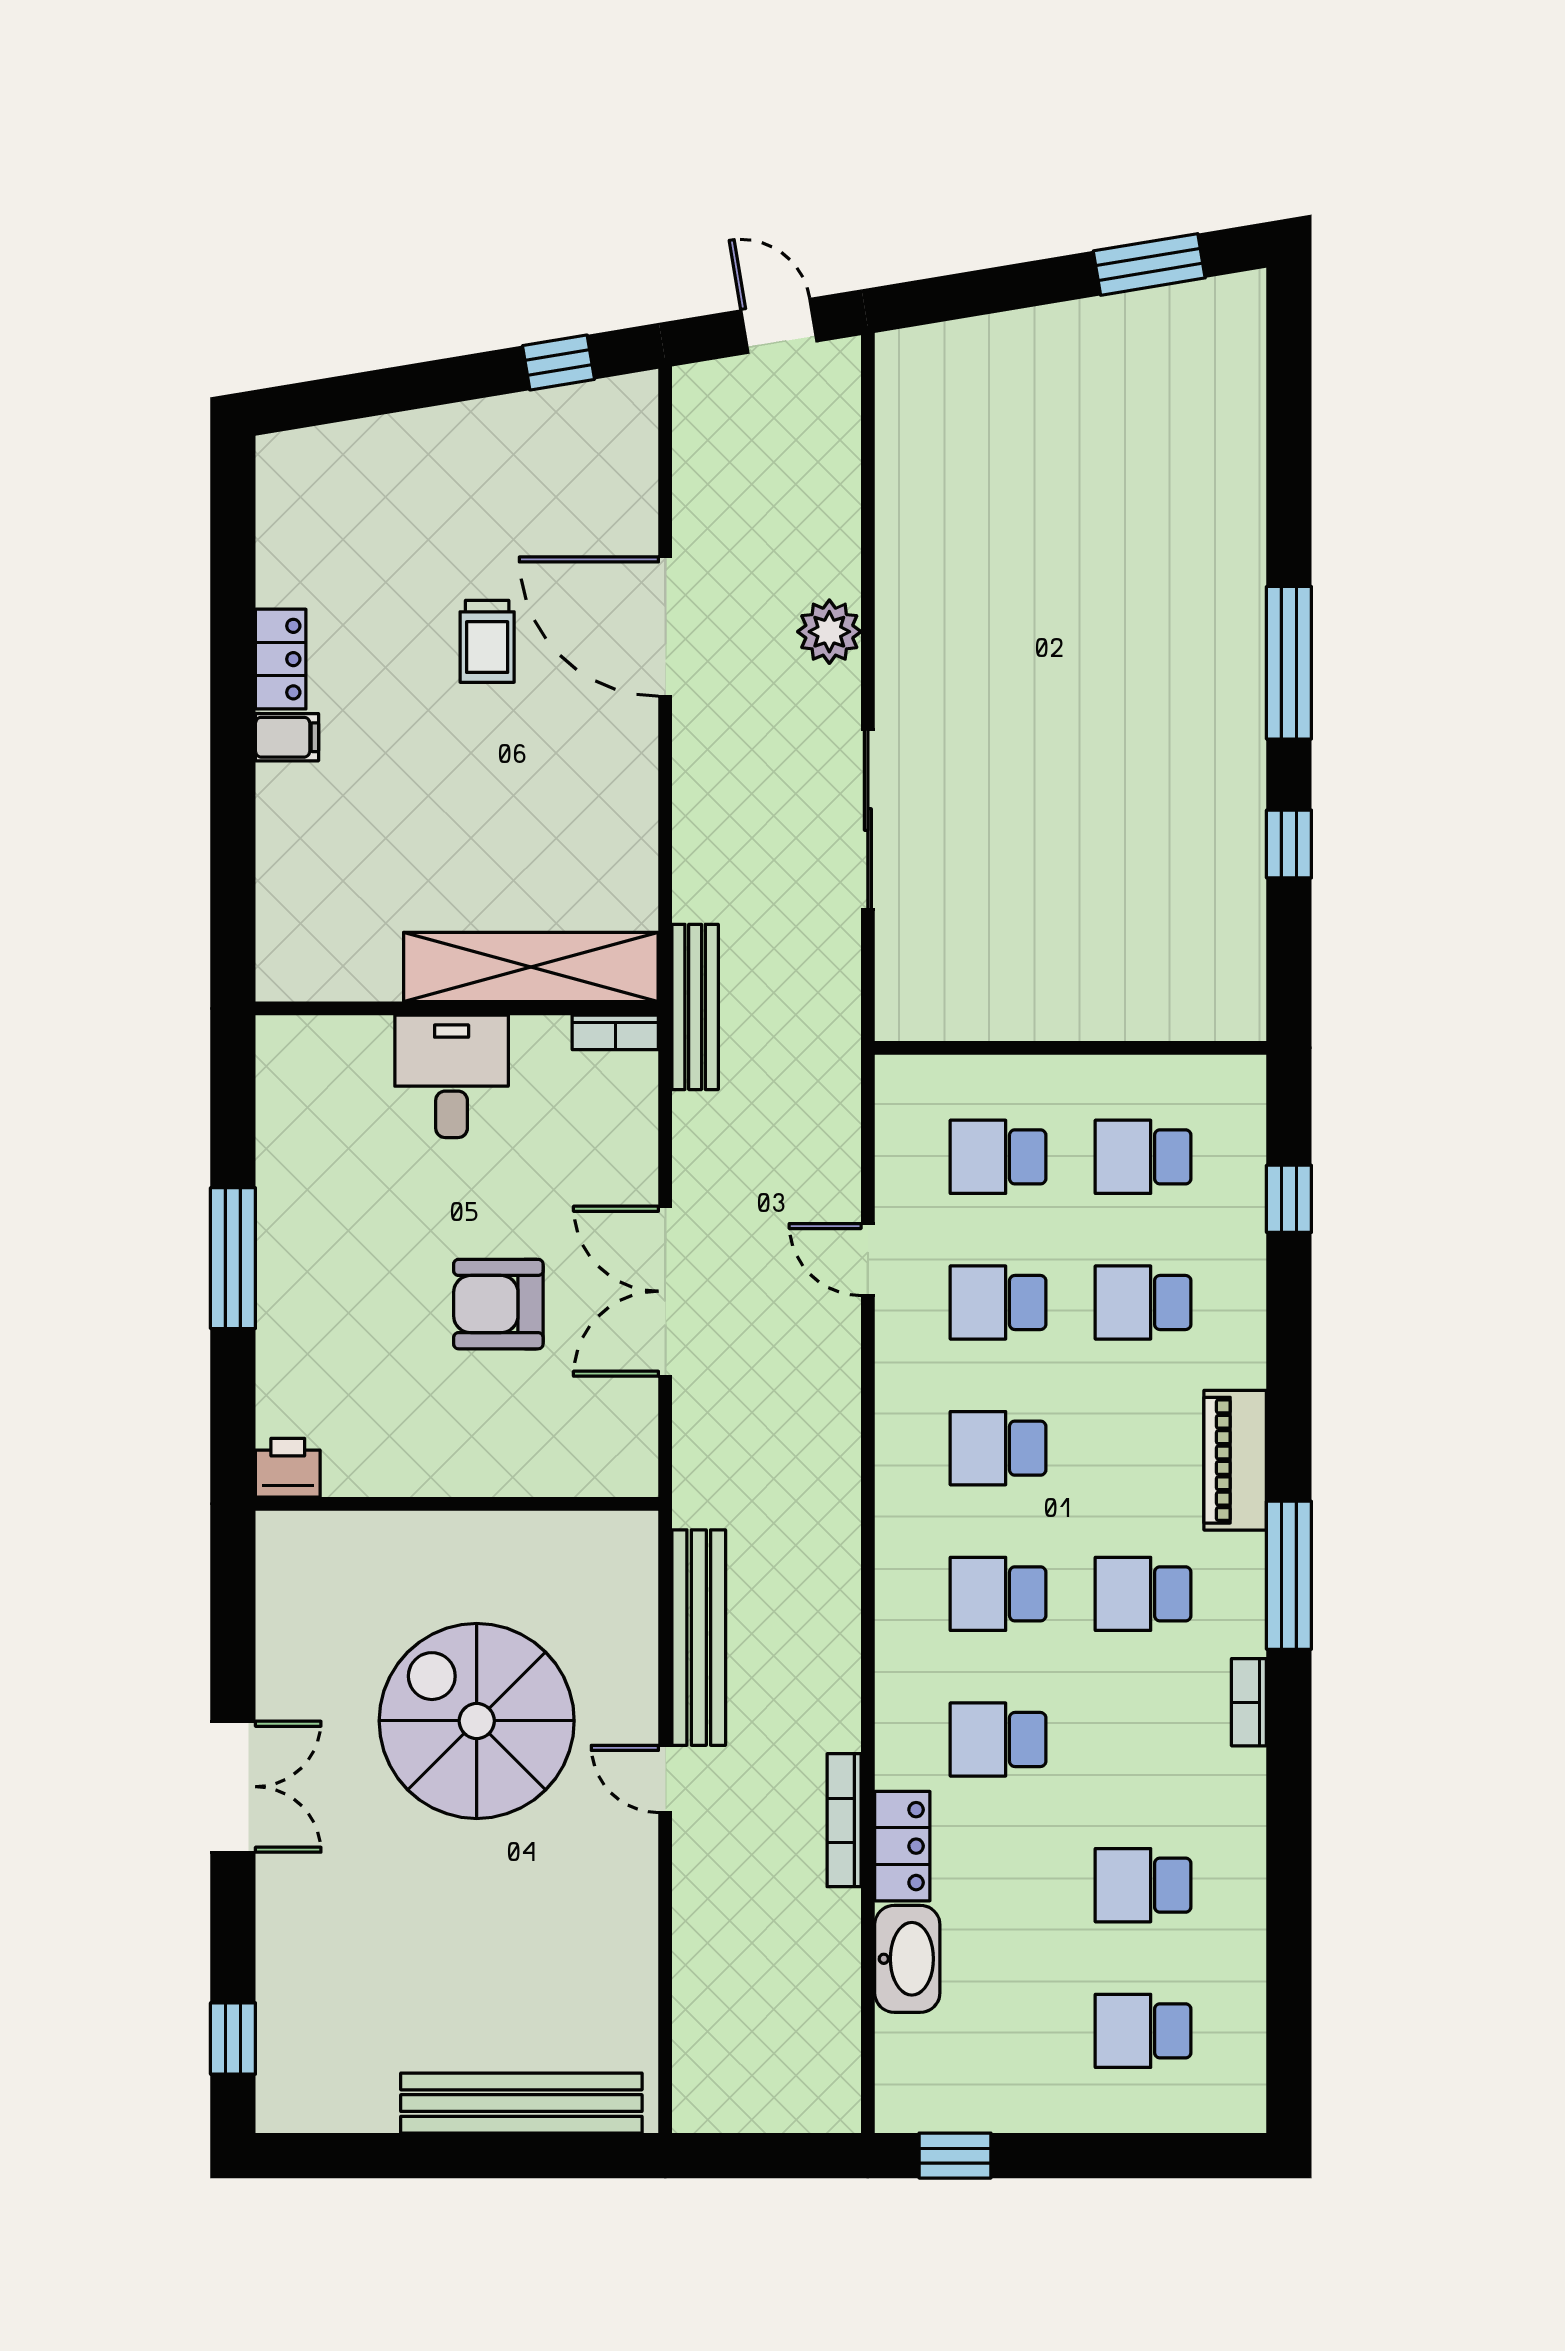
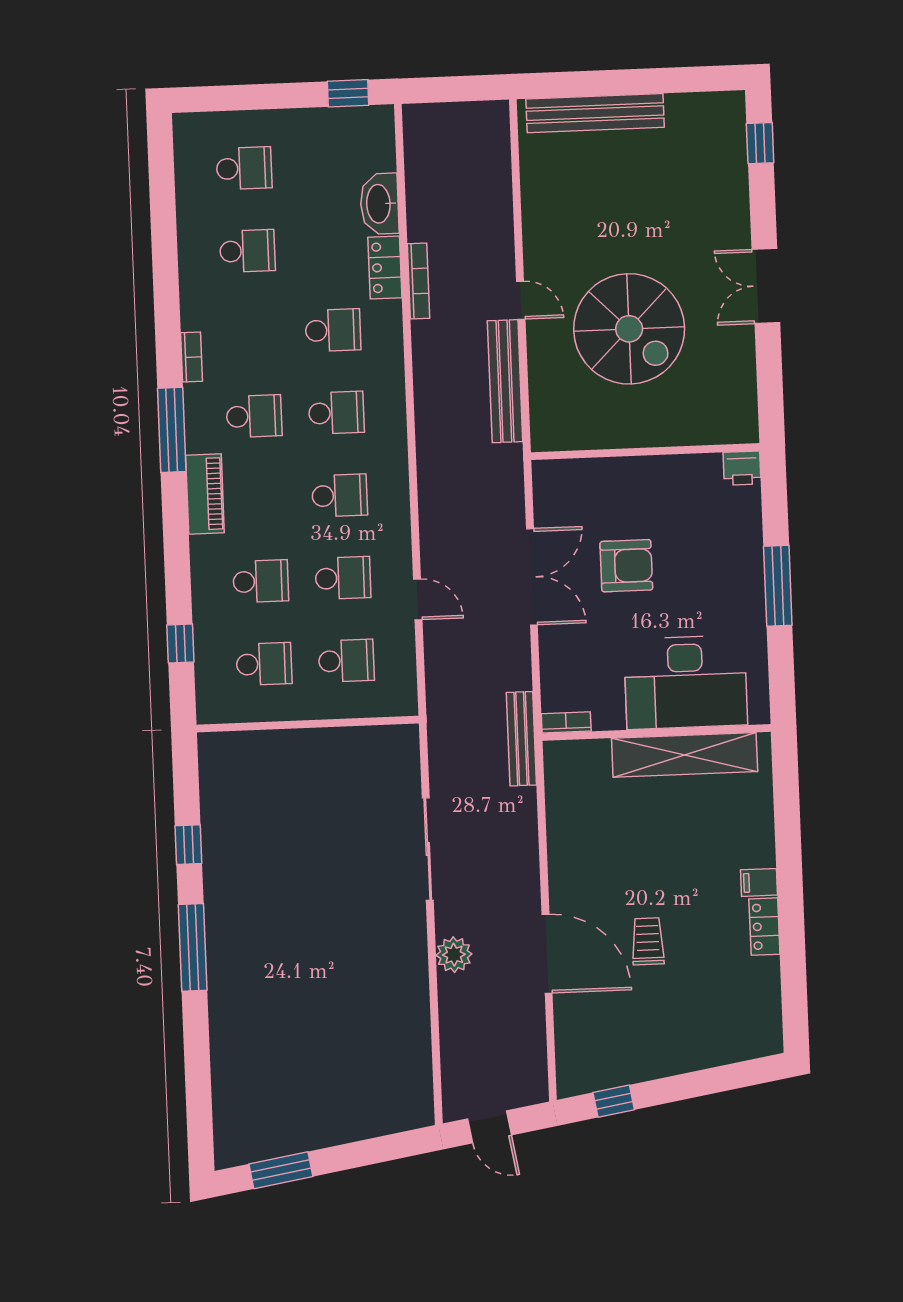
shelving: (531, 967) -> (685, 755), moved
desk: (452, 1076) -> (686, 682), width x1.87, depth x1.30

